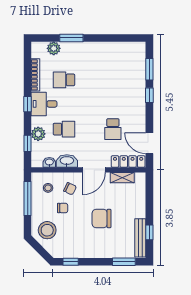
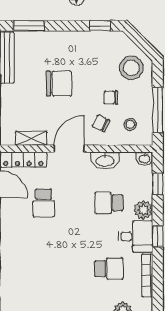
school desk: (113, 129) -> (44, 203), turned 180
plant: (38, 134) -> (143, 210), moved
washbasin: (49, 162) -> (144, 159), moved

